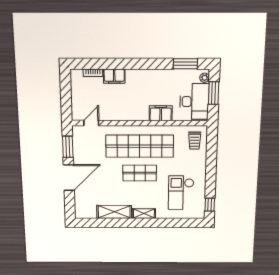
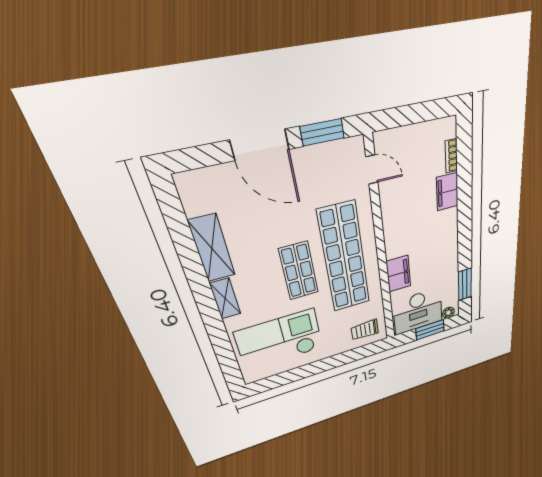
checkout: (181, 193) -> (280, 340), width x1.36, depth x1.21
window: (210, 205) -> (271, 383), removed

